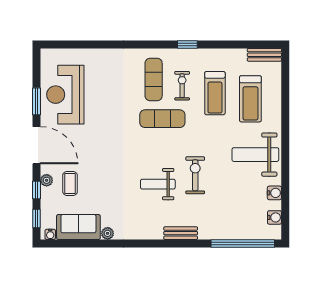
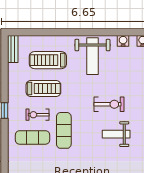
treadmill: (250, 99) -> (48, 60), turned 180
exercise bike: (195, 175) -> (109, 104), turned 180
weight bench: (158, 184) -> (116, 134), turned 90

